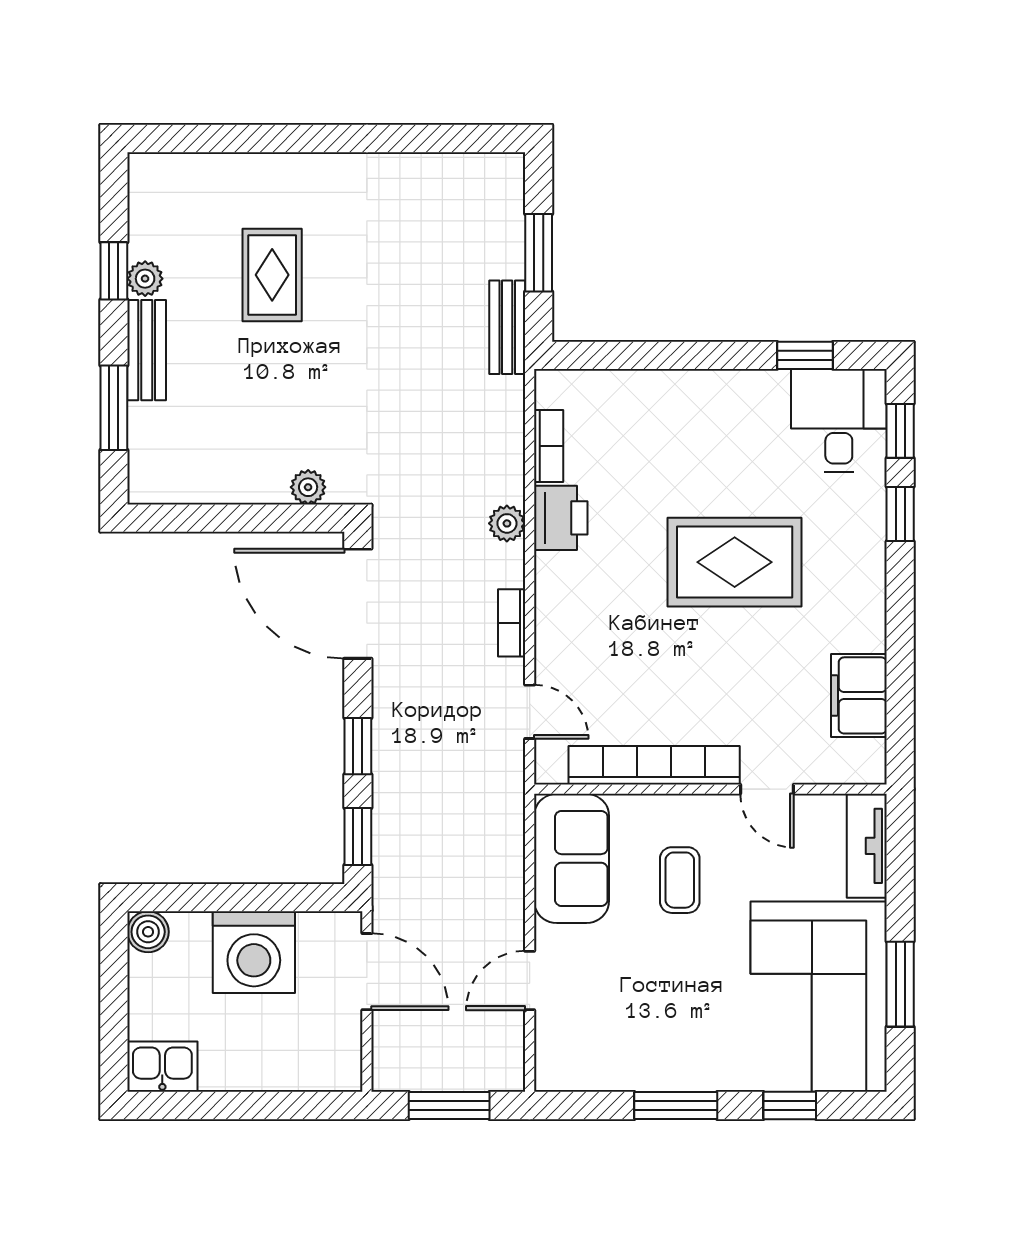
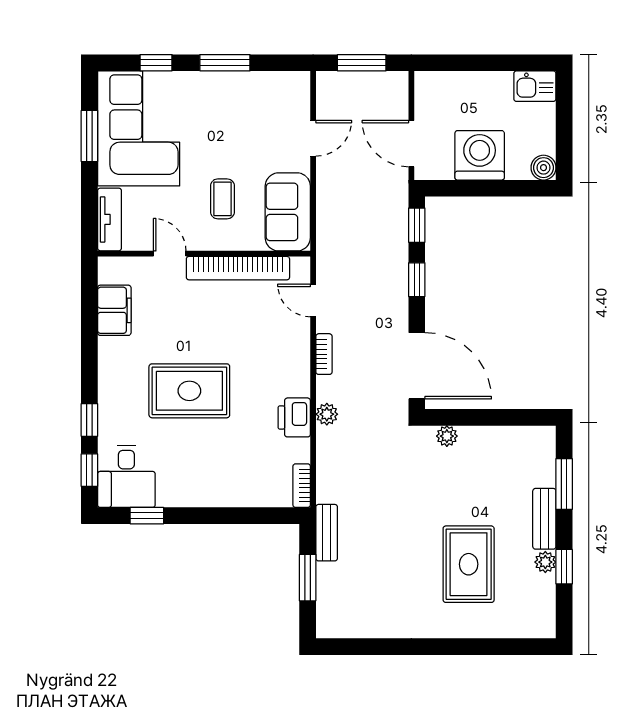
rug: (272, 275) -> (469, 564), width x1.36, depth x1.43
bookcase: (549, 446) -> (302, 486), moved

